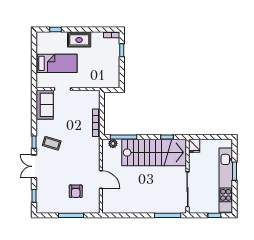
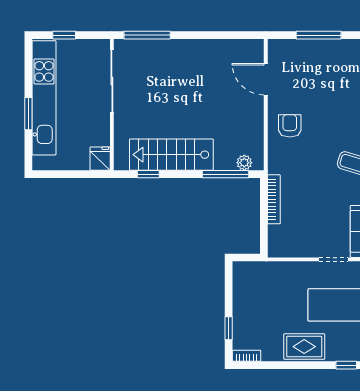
stairs: (154, 152) -> (171, 155), width x0.73, depth x0.66
door: (101, 180) -> (266, 79), moved
armchair: (76, 191) -> (290, 126), moved

